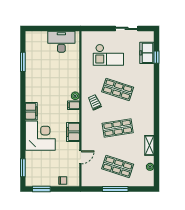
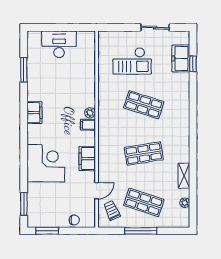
desk: (61, 42) -> (59, 44), moved
trolley: (95, 102) -> (112, 210), moved
filing cabinet: (31, 111) -> (34, 113), moved

